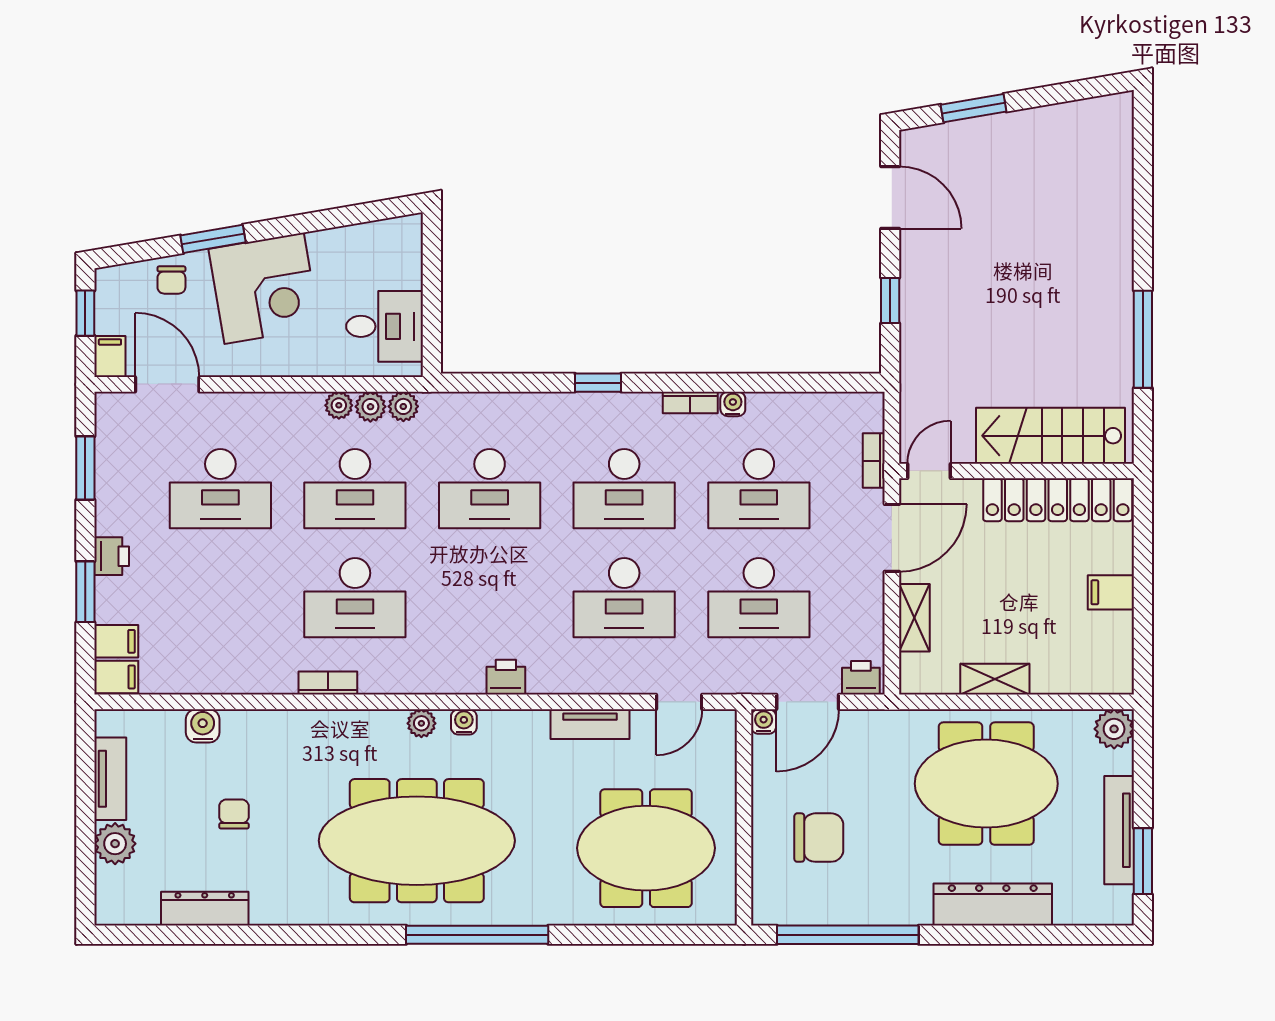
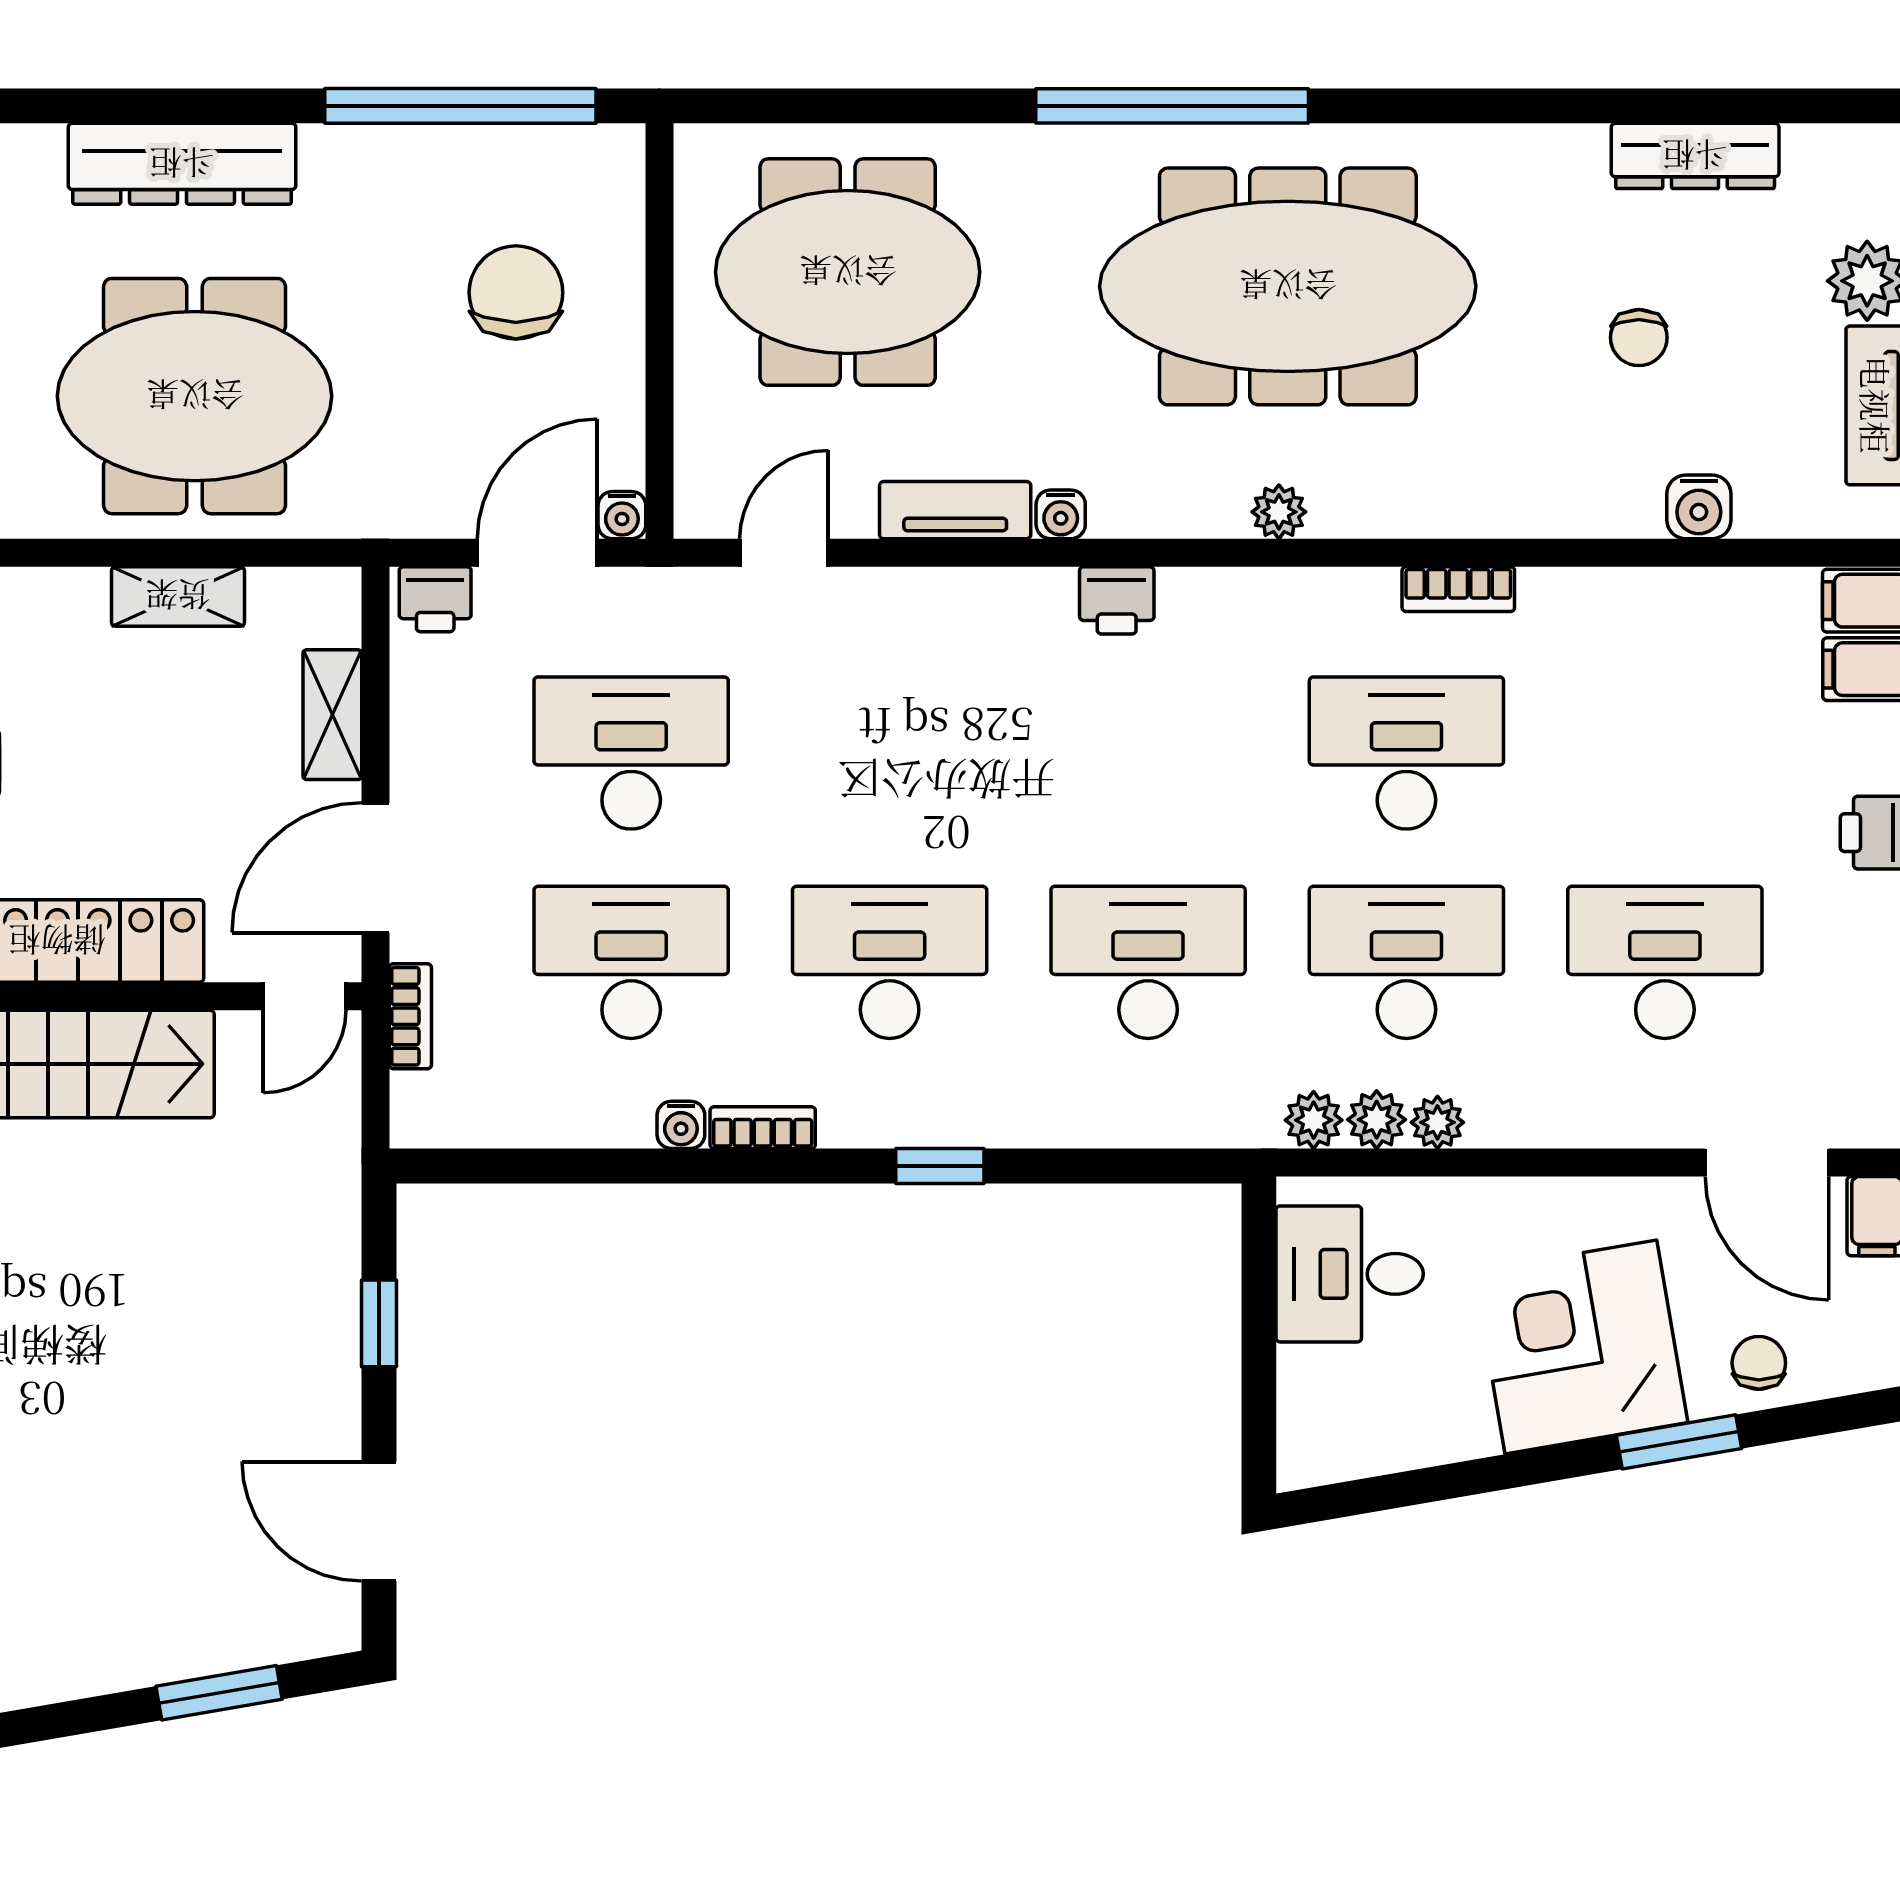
desk: (624, 598) -> (890, 753), removed
water cooler: (464, 722) -> (1061, 514), moved
chair: (819, 838) -> (516, 292), turned 90

